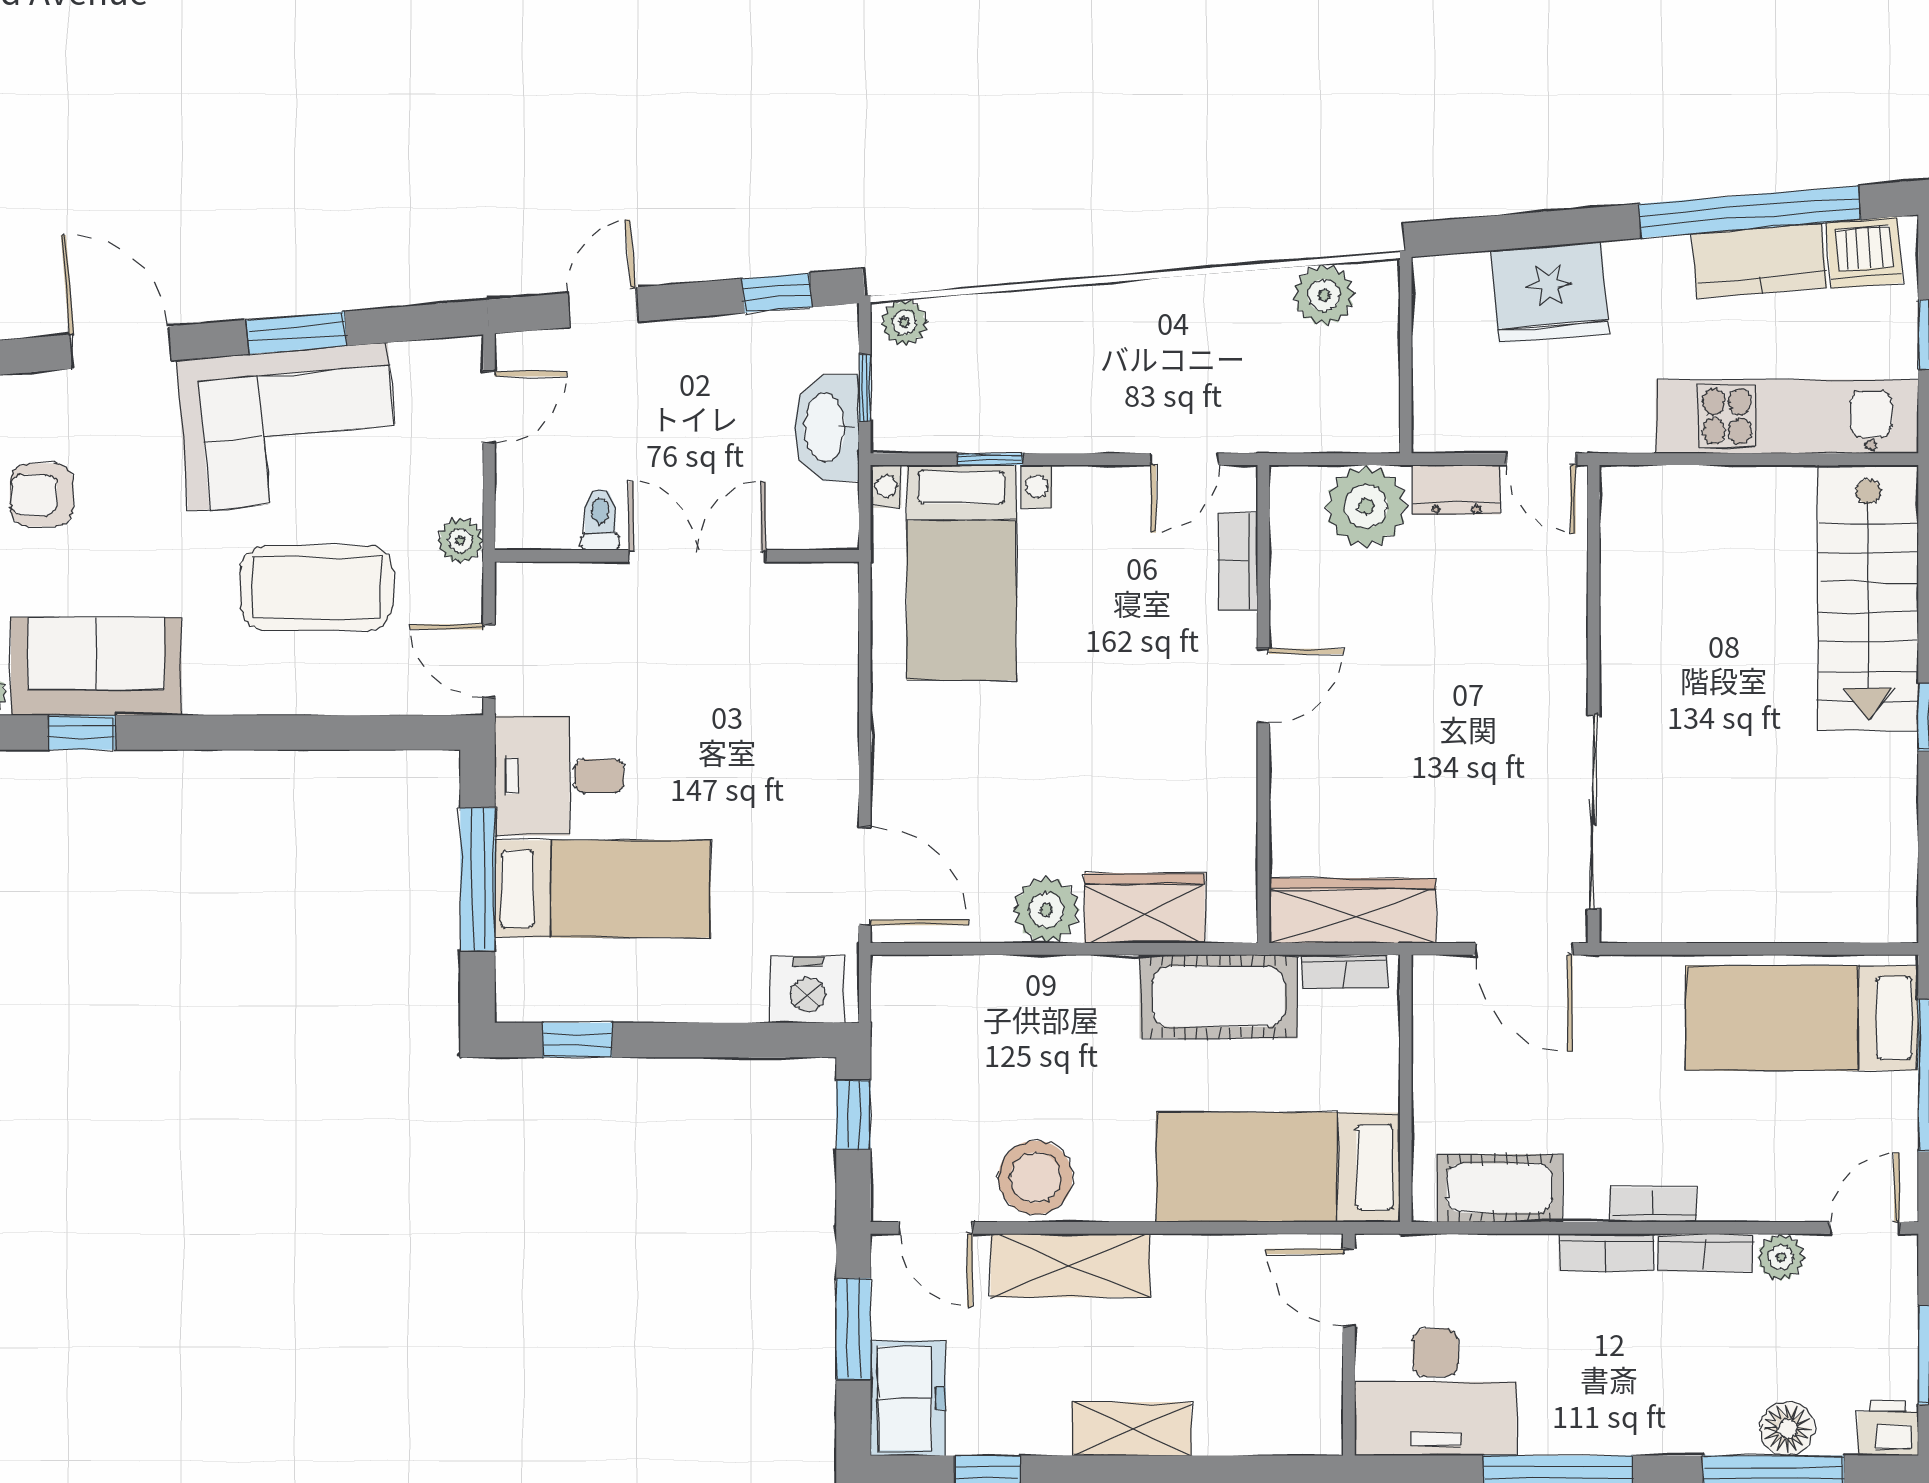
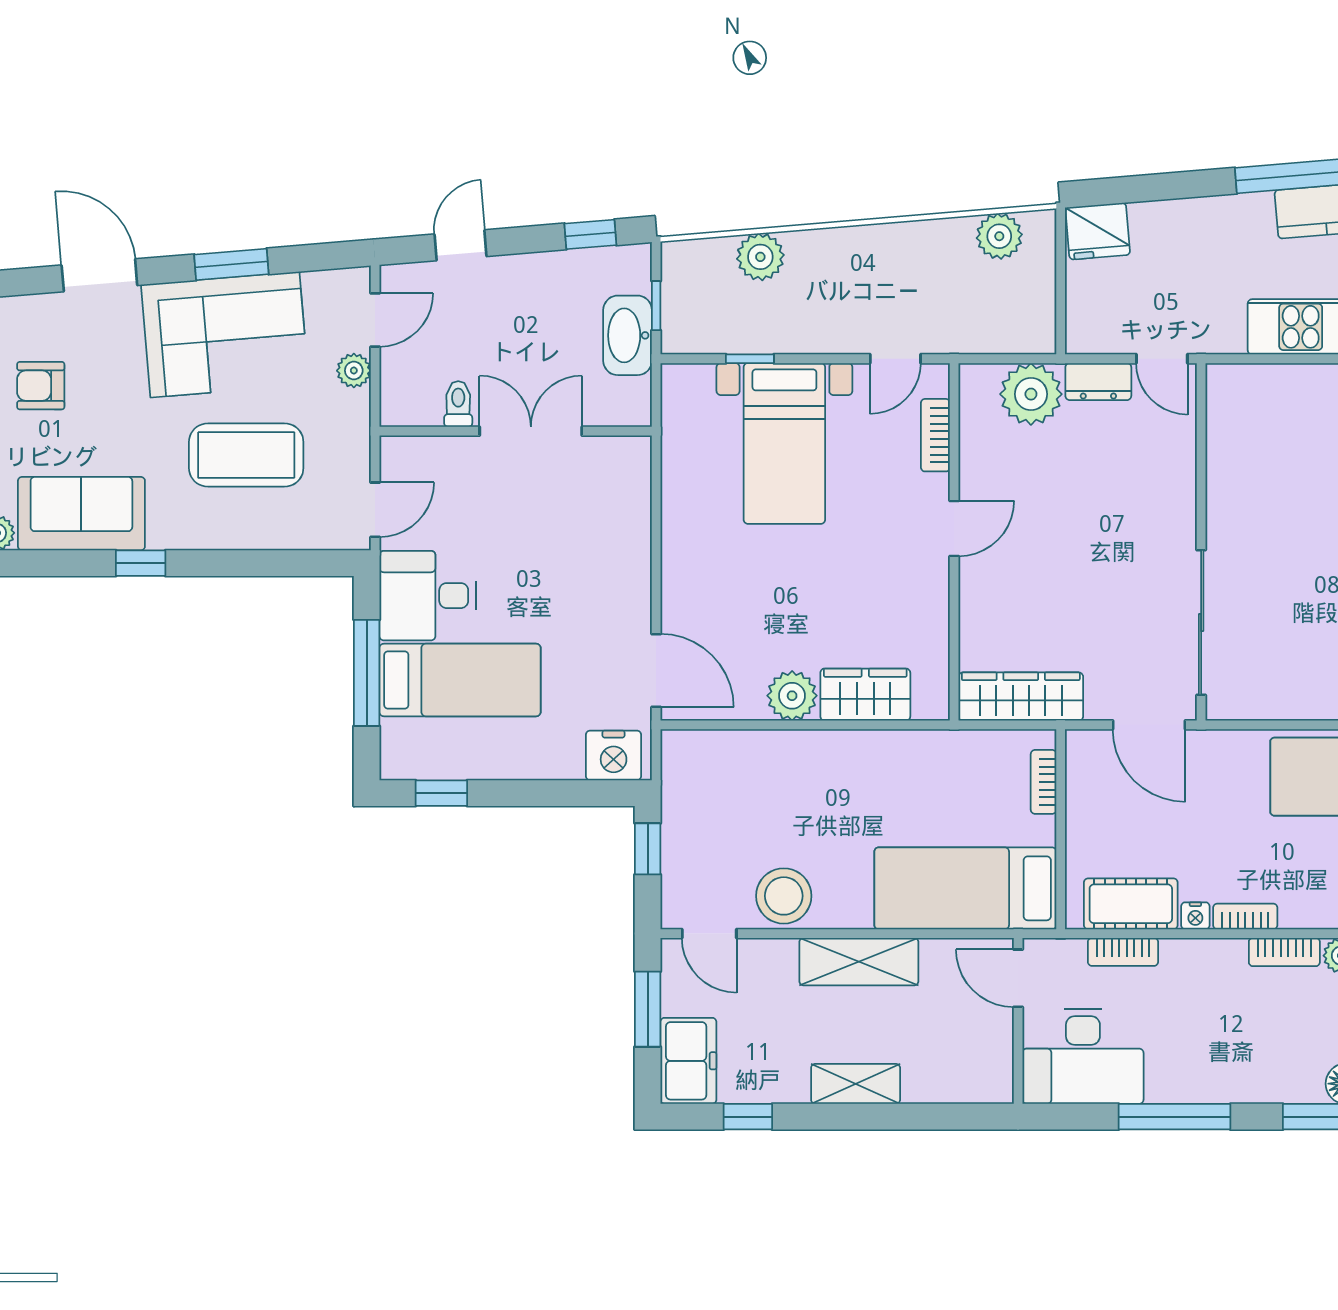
fridge: (1550, 293) -> (1098, 231), moved, width x0.73, depth x0.75
plant: (904, 322) -> (760, 257), moved, width x1.38, depth x1.38
plant: (460, 541) -> (354, 371), moved
bed with nightstands: (961, 572) -> (784, 443), moved
door: (489, 661) -> (375, 510), swing flipped
window: (81, 732) -> (141, 563), moved
bookcase: (1345, 972) -> (1044, 782), moved, turned 90
cot: (1218, 997) -> (921, 761), removed
nightstand: (1586, 1204) -> (1195, 916), added
bookcase: (1606, 1252) -> (1123, 952), moved
shelving: (1070, 1265) -> (859, 962), moved

